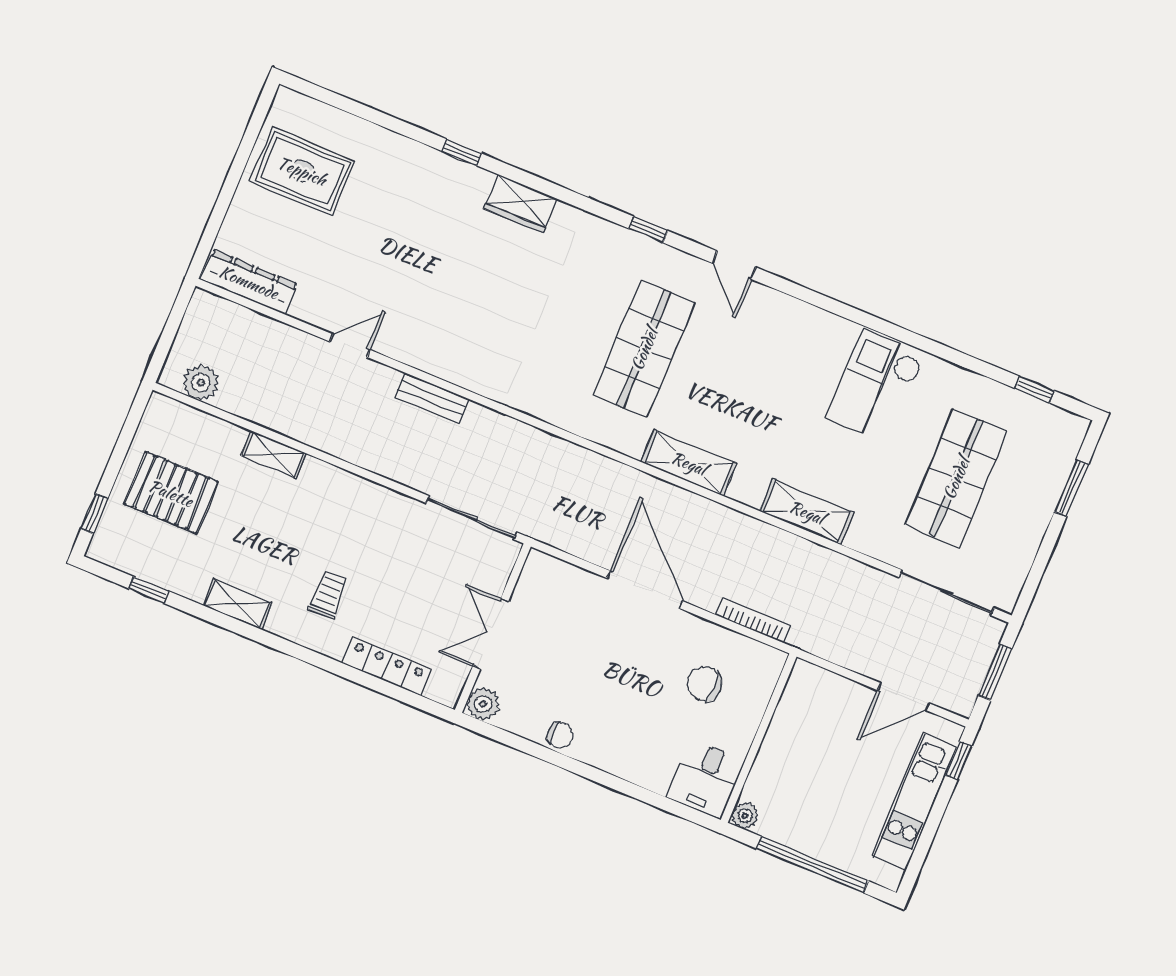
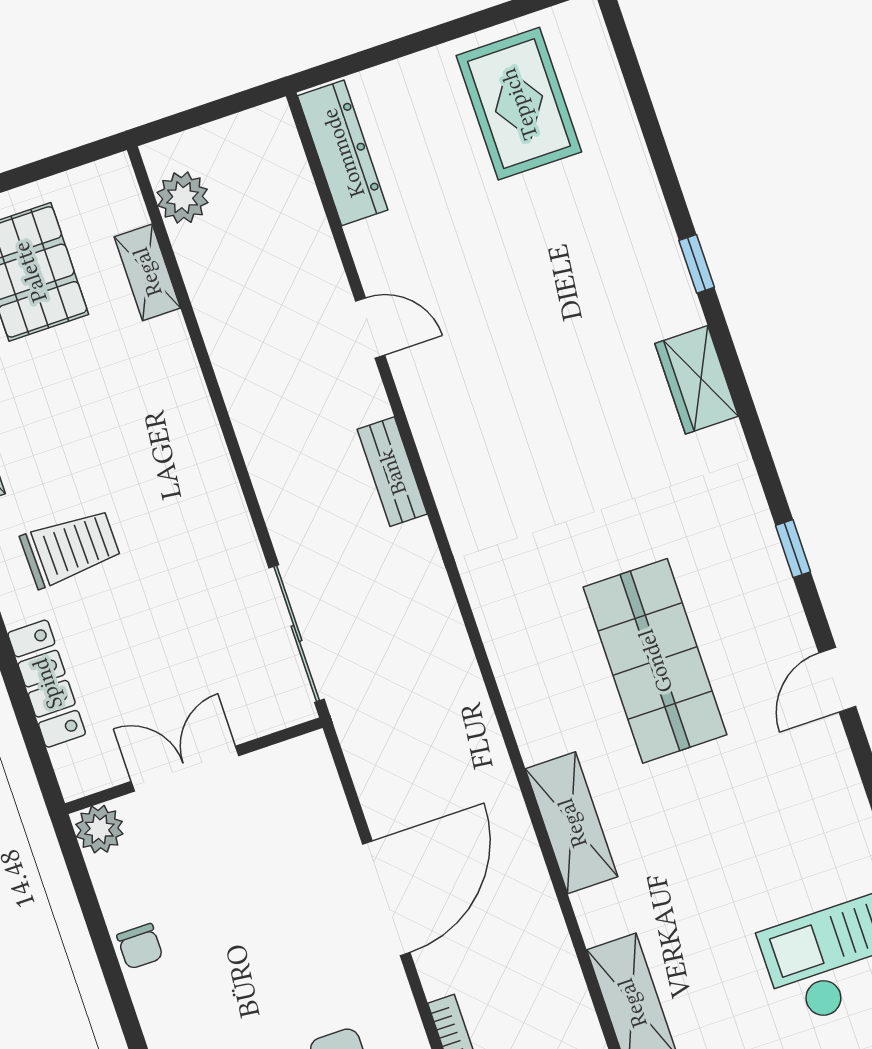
shop shelf: (644, 349) -> (655, 661), turned 90
shelving: (274, 454) -> (147, 272), moved
trolley: (328, 594) -> (70, 548), width x1.36, depth x1.39

